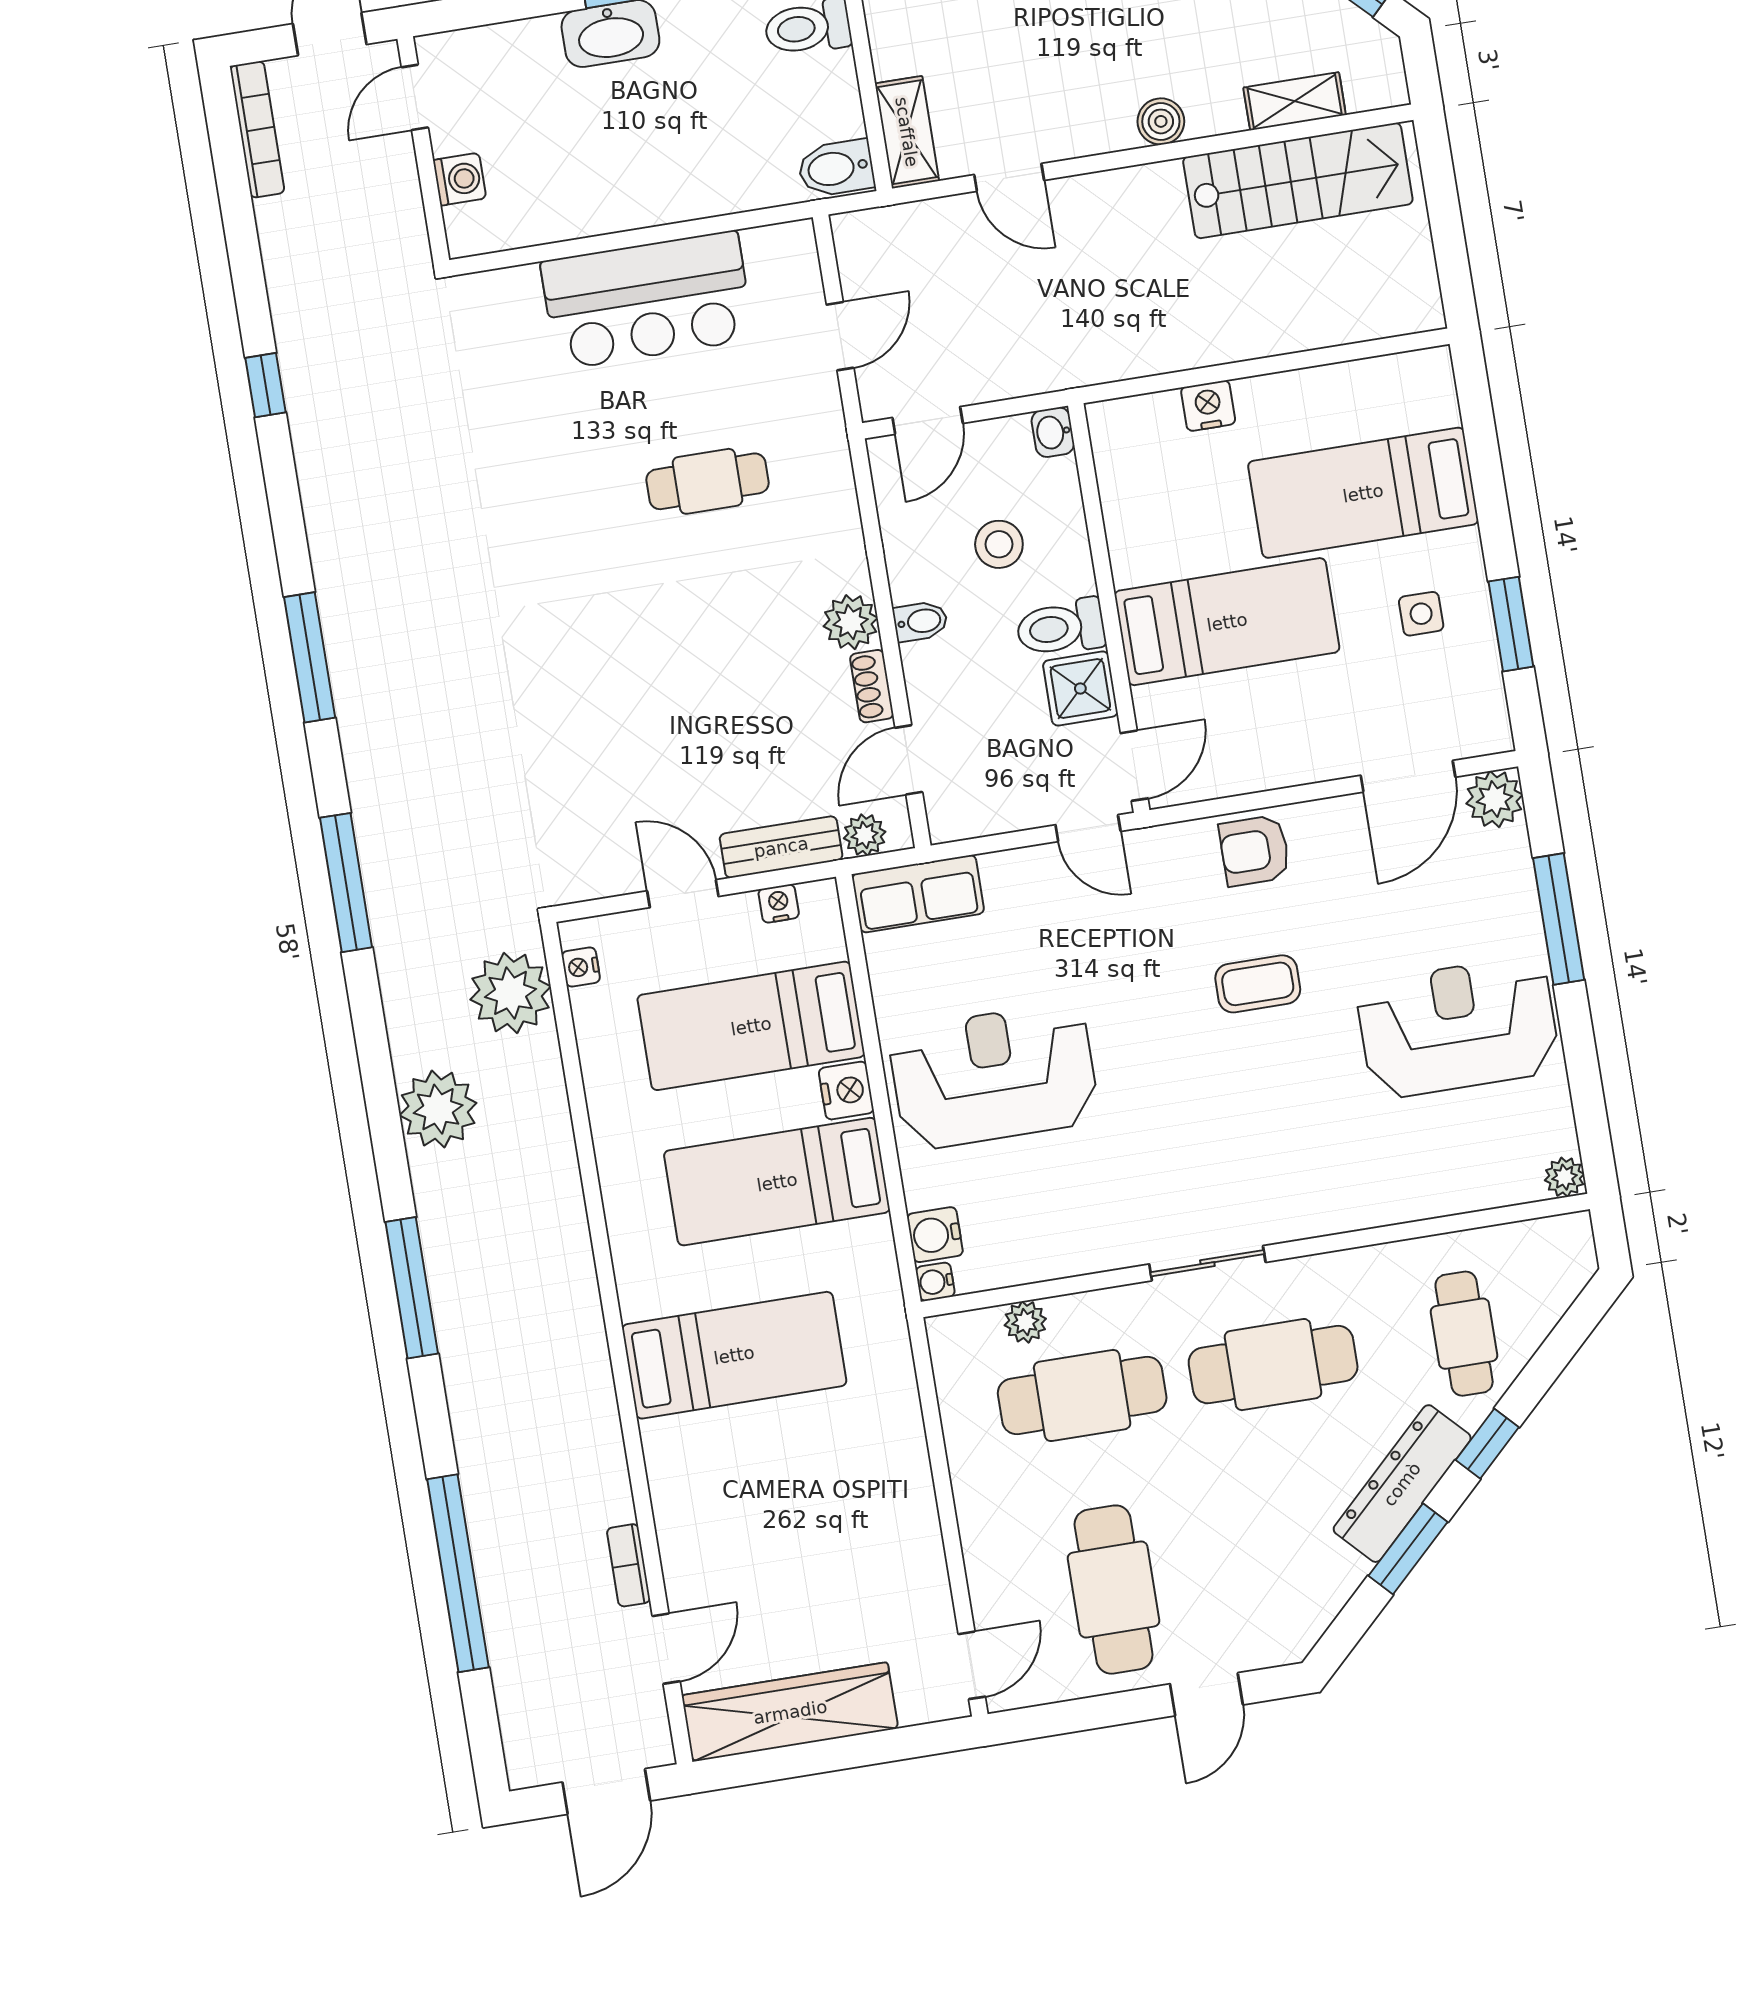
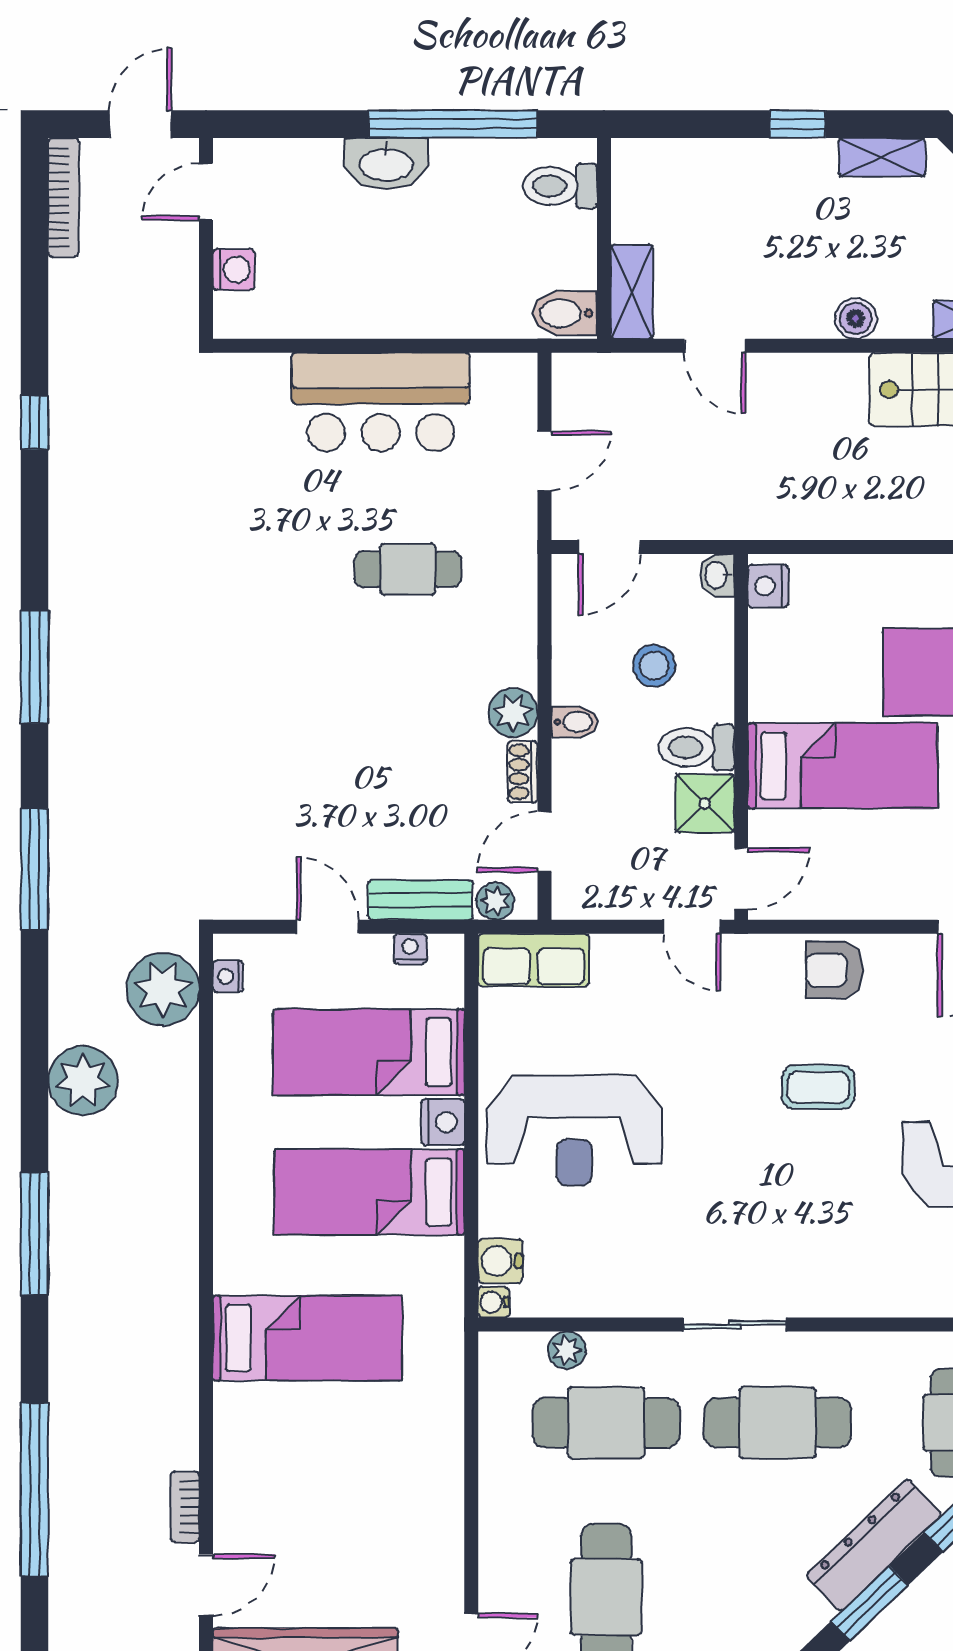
nightstand: (1208, 406) -> (768, 586), moved, turned -90
reception desk: (994, 1076) -> (574, 1130), turned 180

